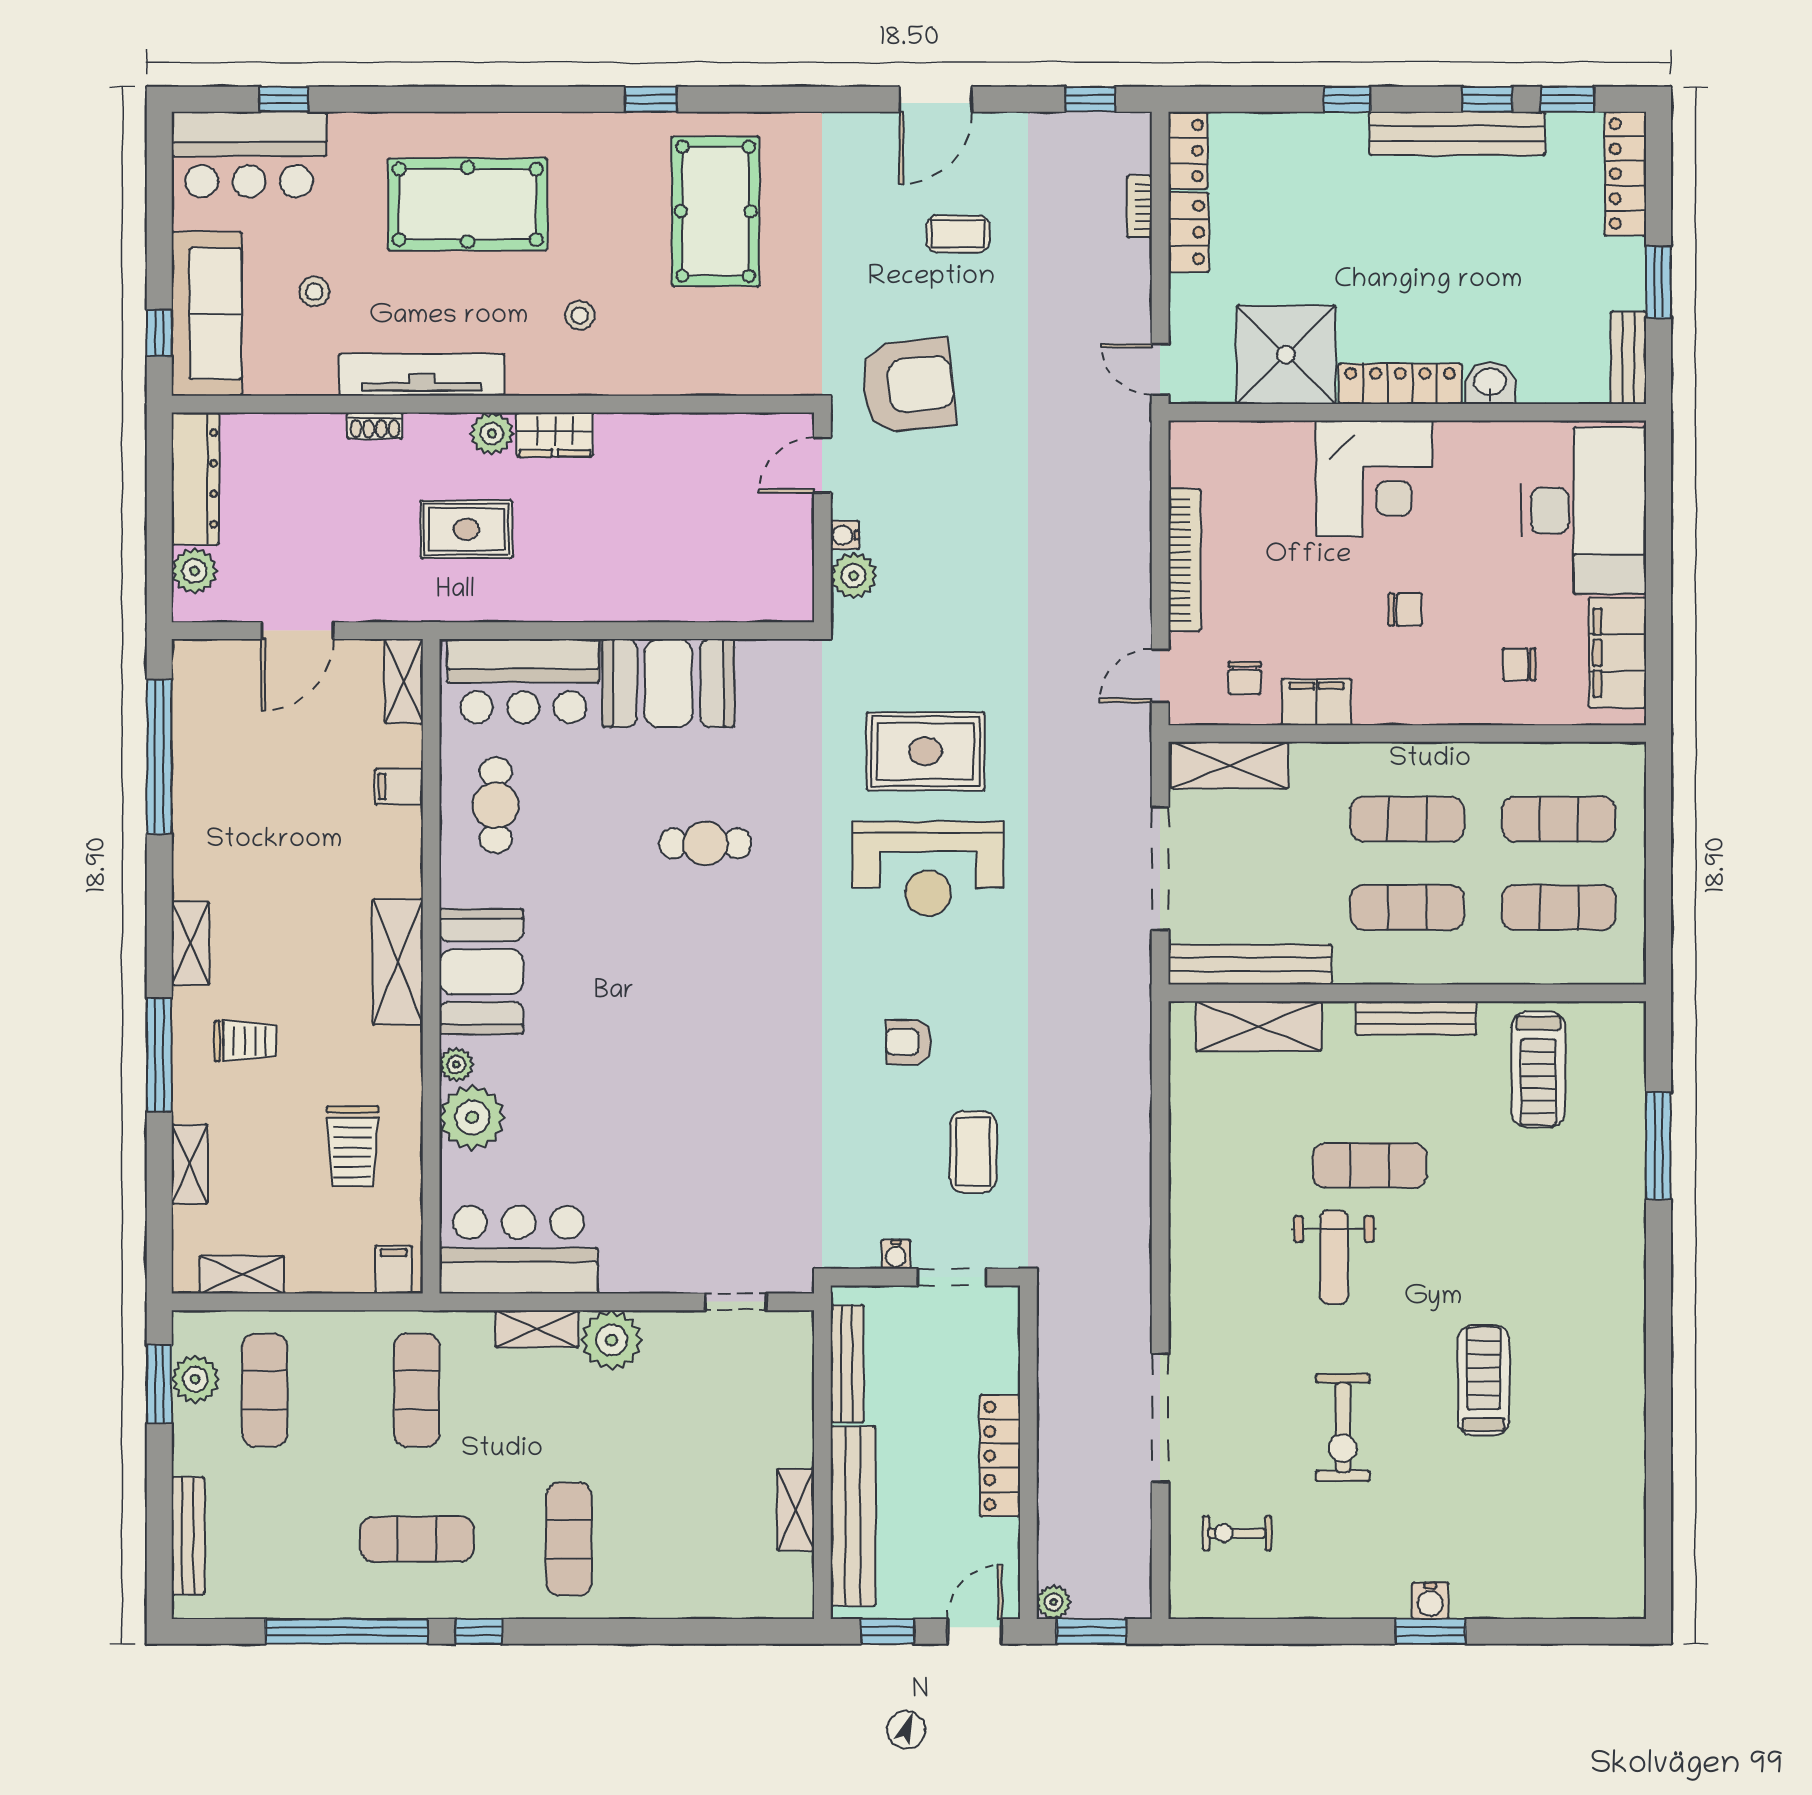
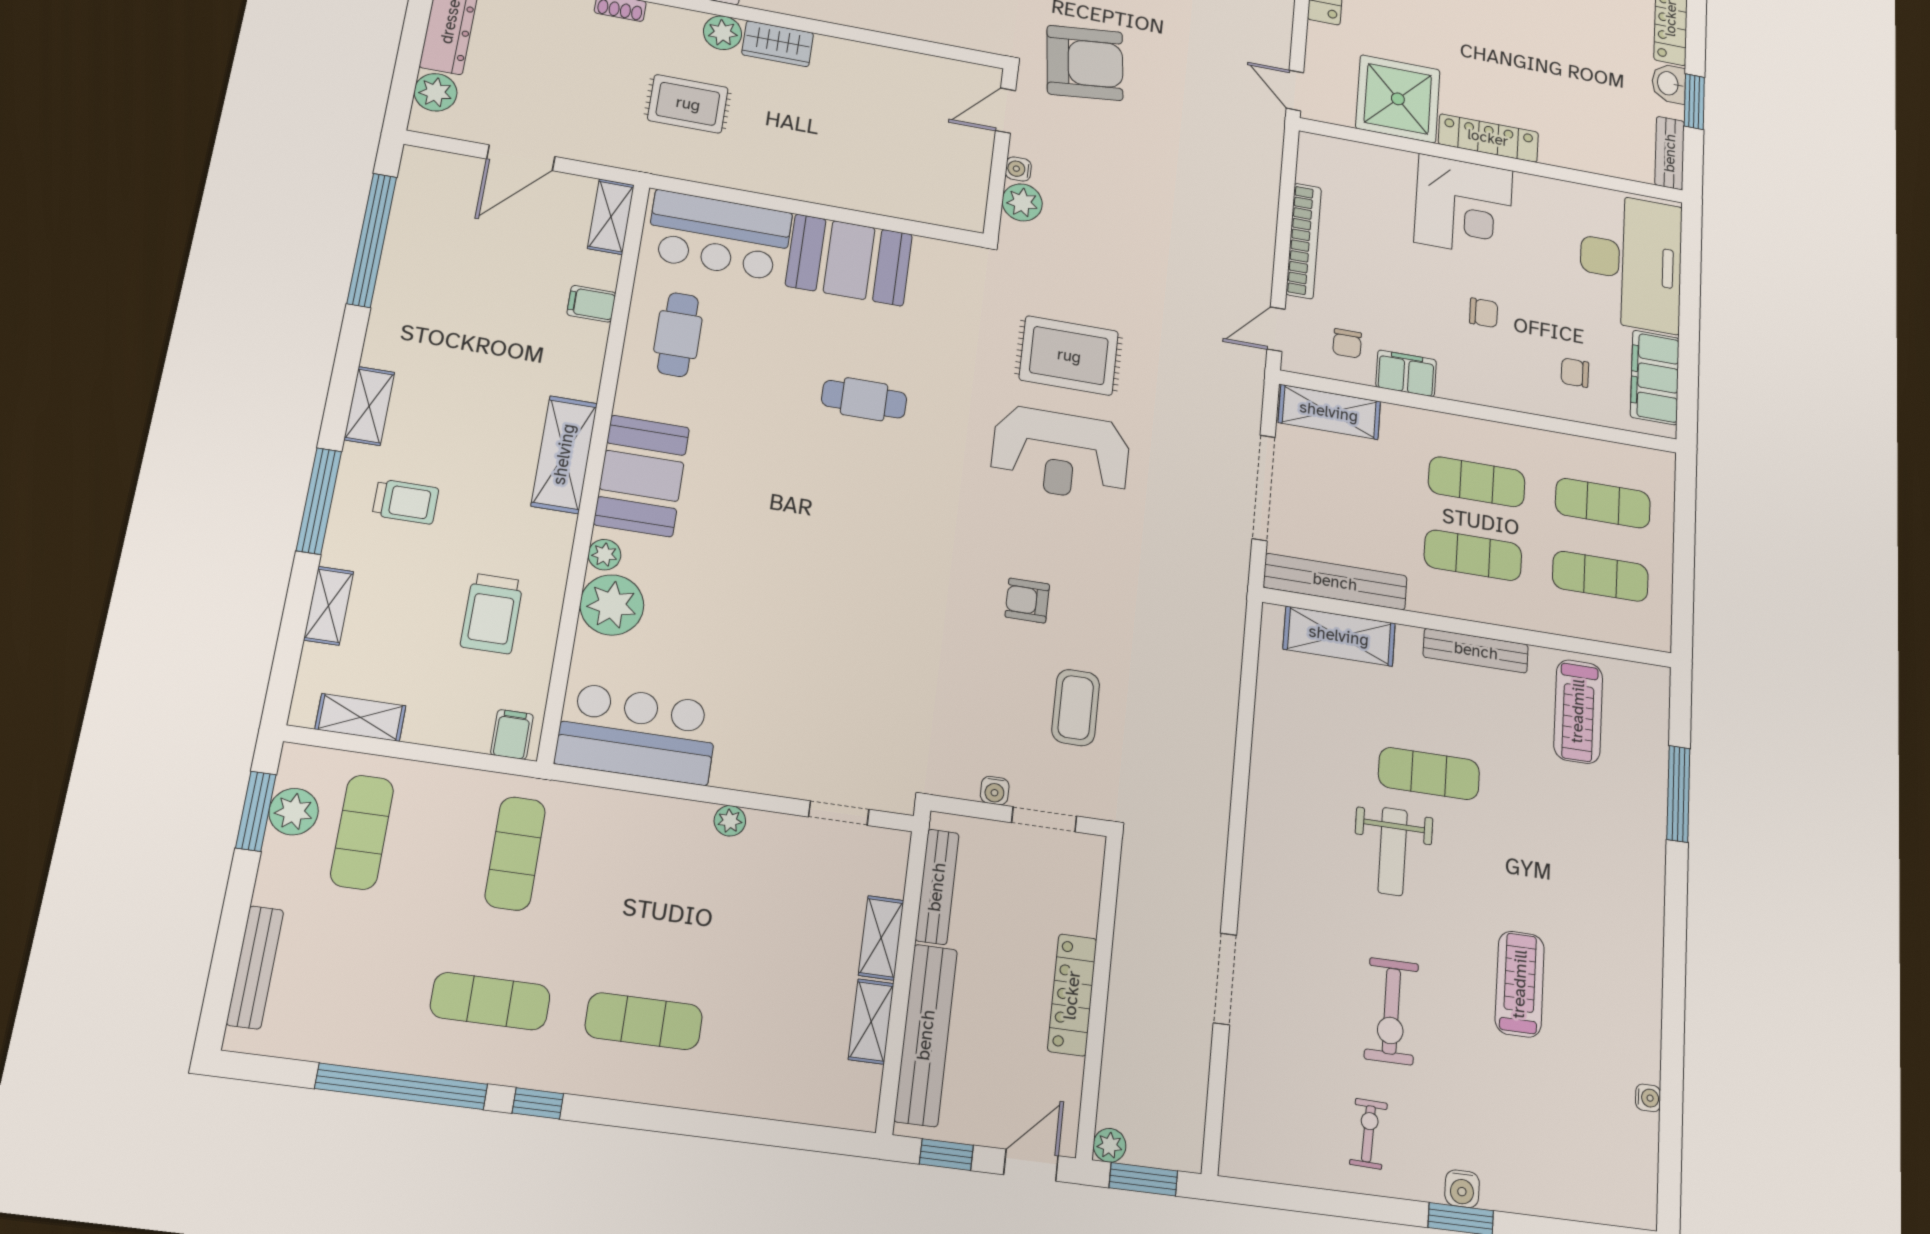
washbasin: (1490, 383) -> (1669, 83), moved, turned -90
shelving: (537, 1329) -> (881, 938), moved, turned 90
plant: (612, 1340) -> (730, 821), width x0.53, depth x0.53
doorway: (1160, 1418) -> (1225, 979), width x0.73
water cooler: (1632, 1482) -> (1648, 1098), added
exercise bike: (1237, 1533) -> (1368, 1134), moved, turned 92
exercise mat: (569, 1539) -> (644, 1021), turned 90

